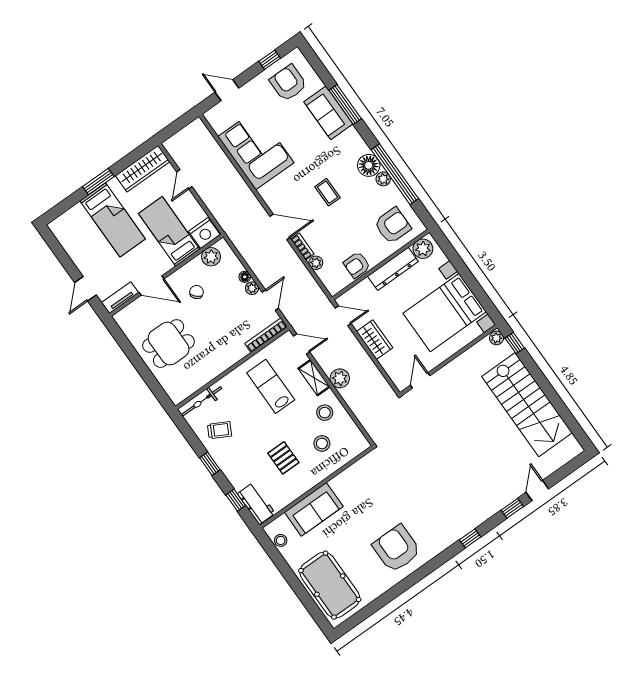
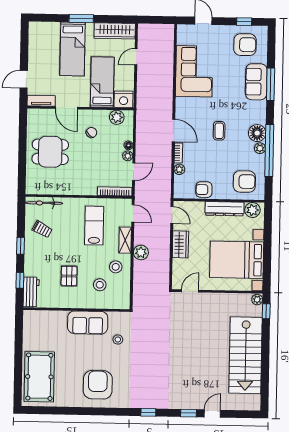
armchair: (288, 83) -> (245, 45), turned 90
sofa: (314, 509) -> (88, 323), moved
stool: (281, 540) -> (118, 340), moved

